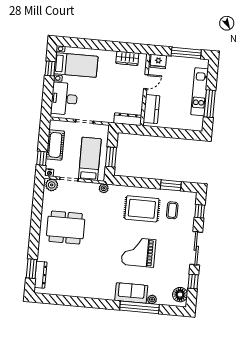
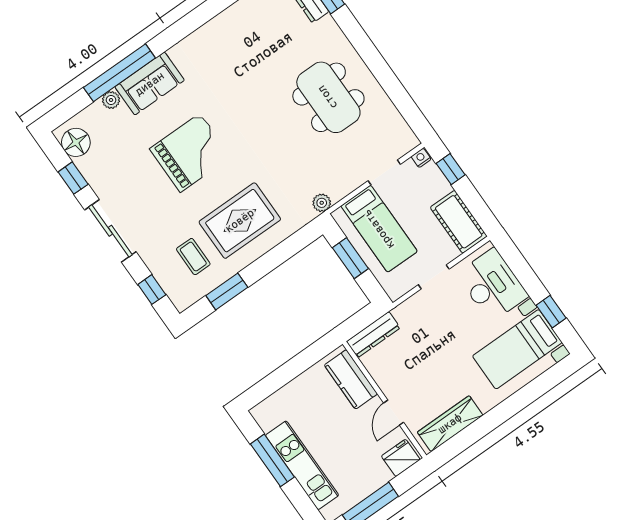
wardrobe: (127, 58) -> (450, 424), width x1.50
cot: (55, 145) -> (459, 222), moved
plant: (52, 185) -> (402, 142), removed
dining table: (66, 227) -> (328, 97), turned 90

